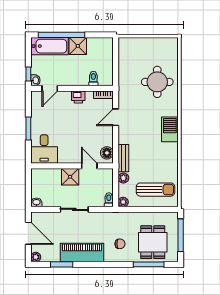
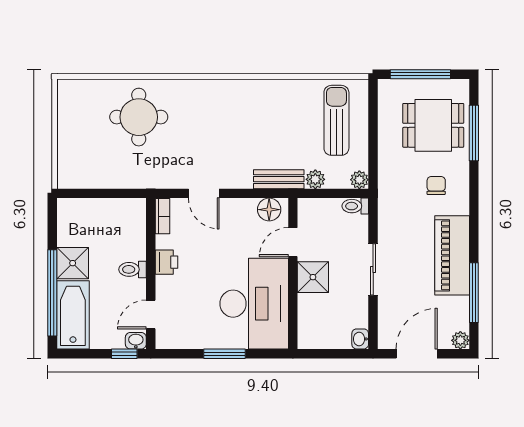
toilet: (93, 79) -> (133, 269), moved
door: (50, 88) -> (151, 315), swing flipped
barbecue: (170, 129) -> (226, 94), removed
desk: (44, 149) -> (254, 304), width x1.87, depth x1.30
window: (62, 264) -> (474, 293), width x1.44

